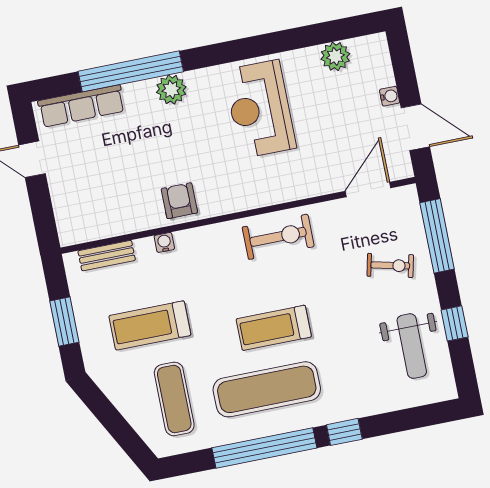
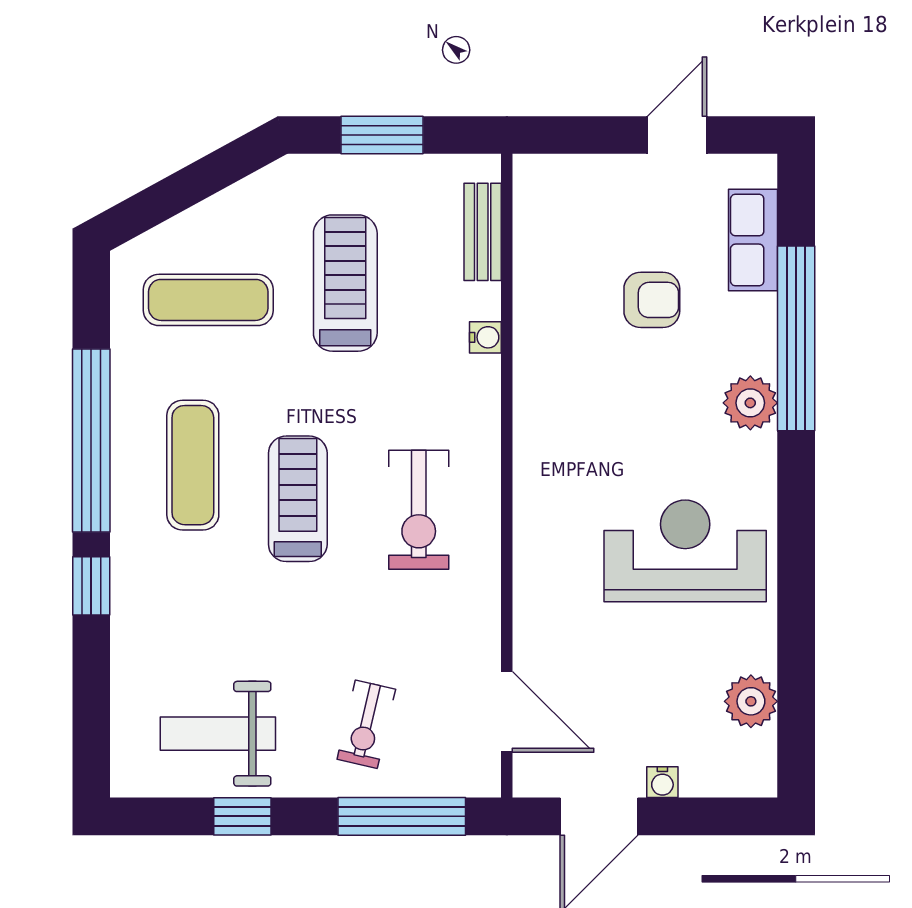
row of seats: (81, 106) -> (753, 240), width x0.68
armchair: (179, 201) -> (652, 300), moved
exercise bike: (278, 237) -> (419, 510), moved
exercise mat: (267, 389) -> (193, 465), width x0.73, depth x0.69

